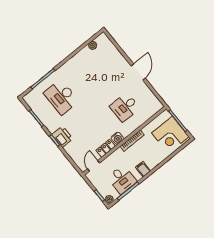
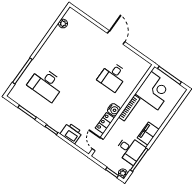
corner desk: (170, 135) -> (154, 91), moved, turned -90
printer: (62, 137) -> (71, 133), moved
filing cabinet: (143, 169) -> (148, 134), width x2.00

